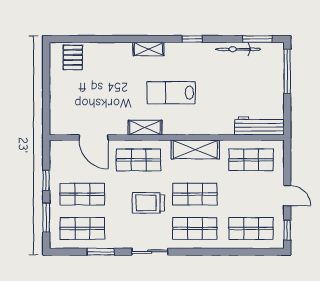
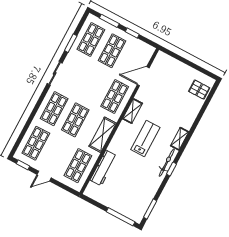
bicycle: (238, 49) -> (167, 163), moved
workbench: (259, 126) -> (104, 168), moved
trolley: (148, 203) -> (85, 88), removed

